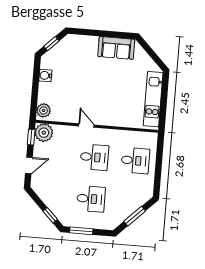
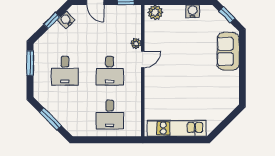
sofa: (116, 48) -> (228, 51), moved
plant: (44, 133) -> (136, 43), moved, width x0.53, depth x0.53
water cooler: (44, 194) -> (66, 20), added
window: (50, 215) -> (52, 21), moved

